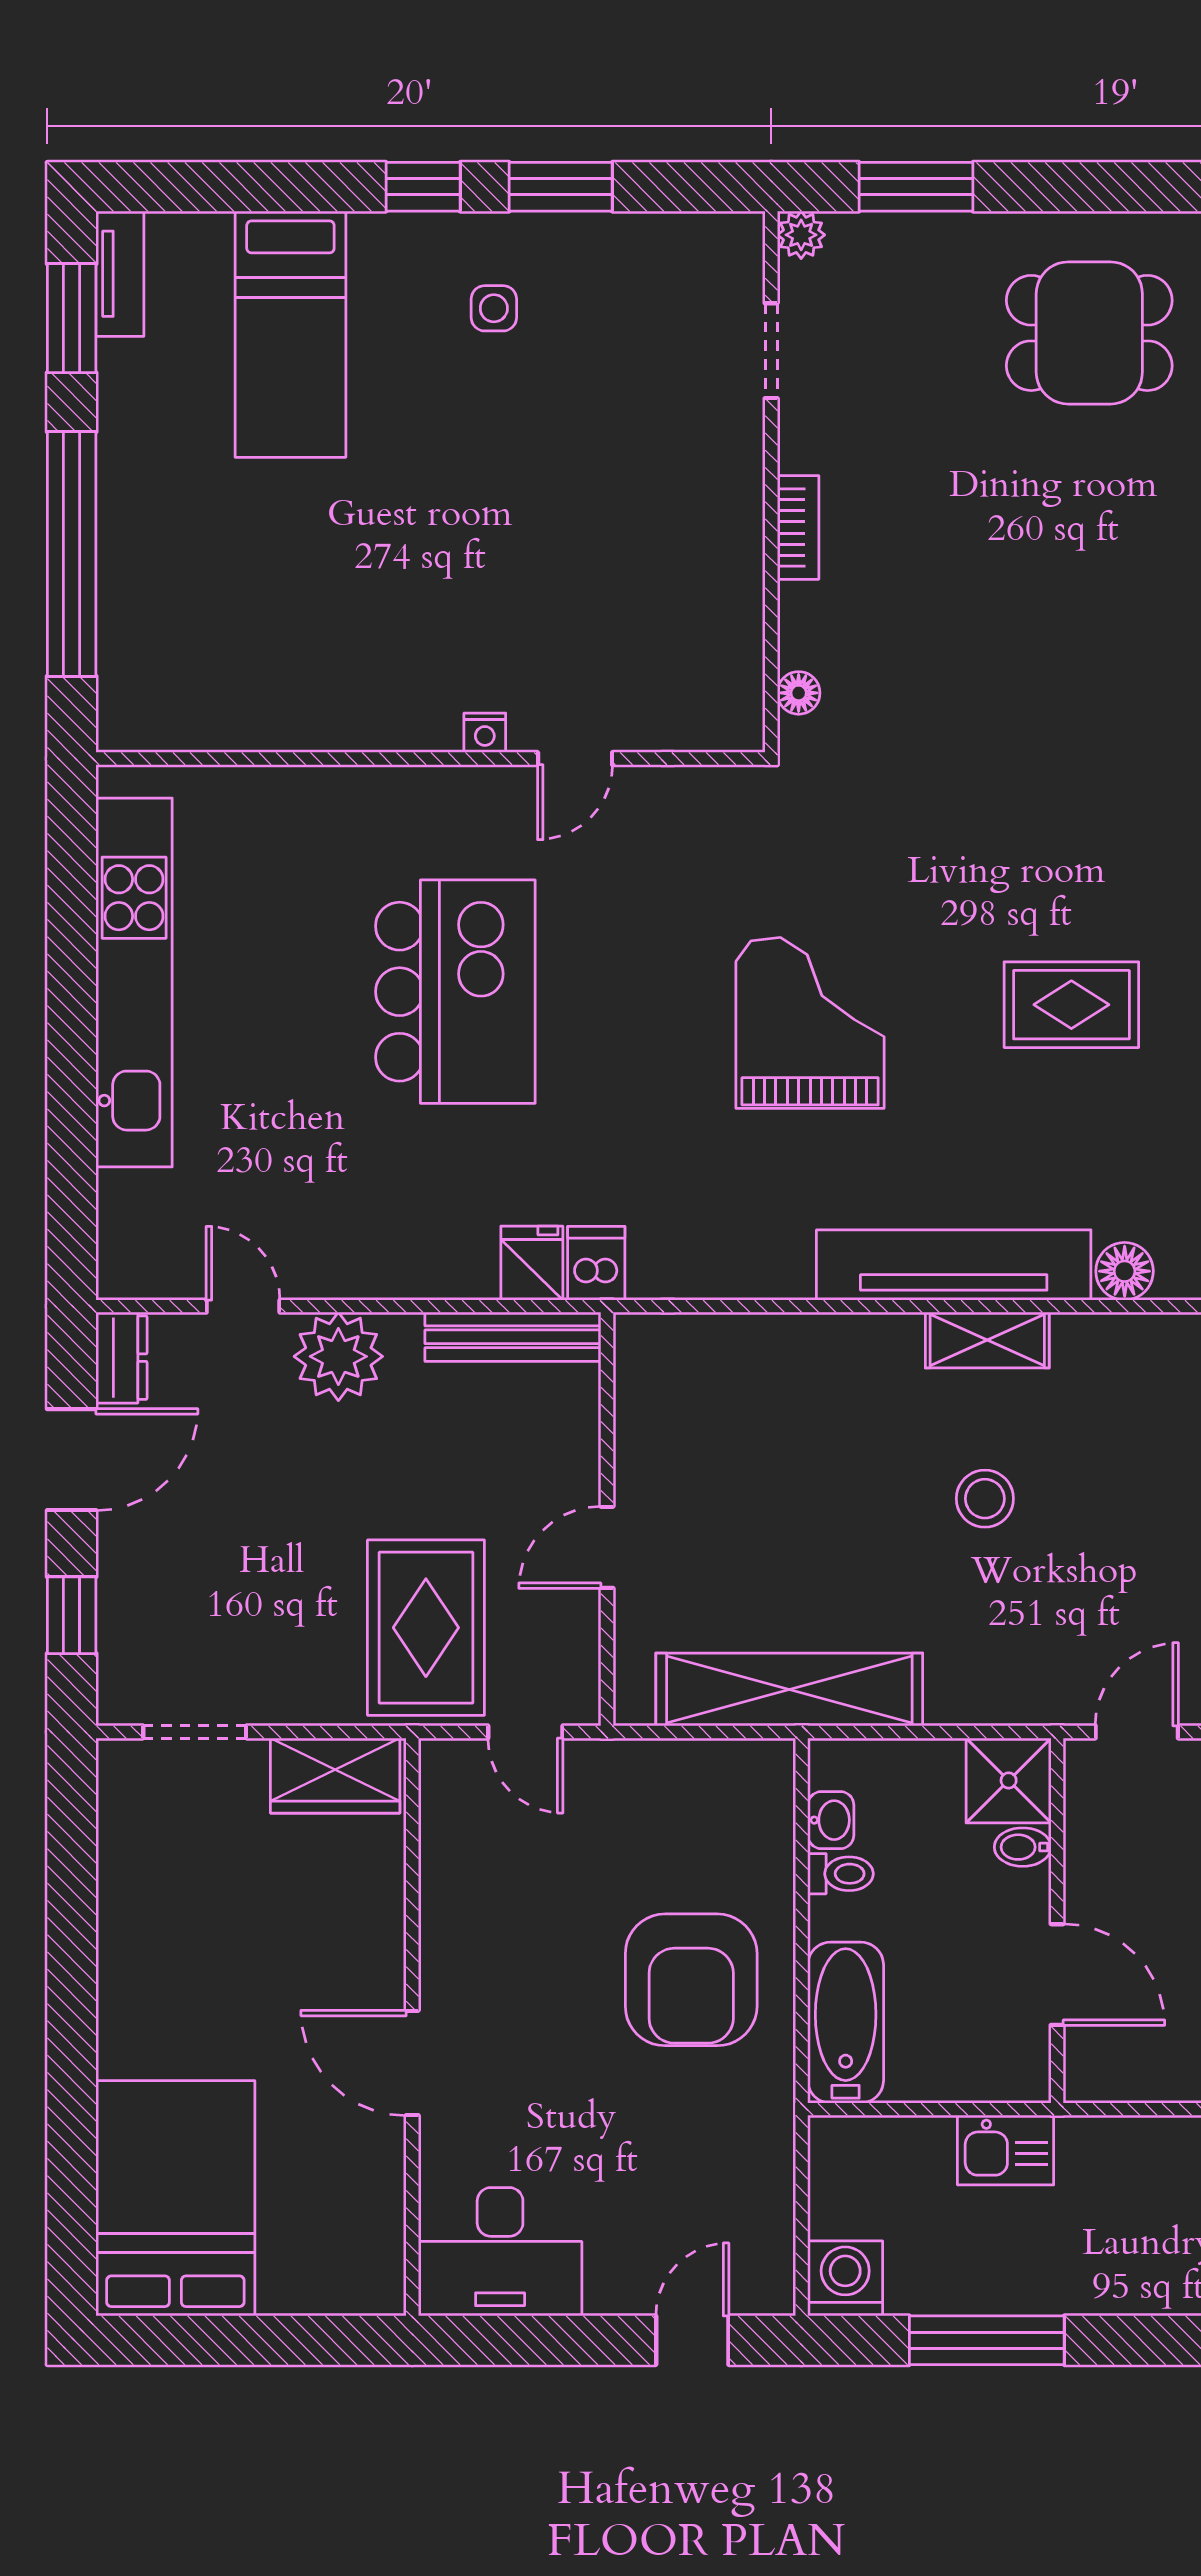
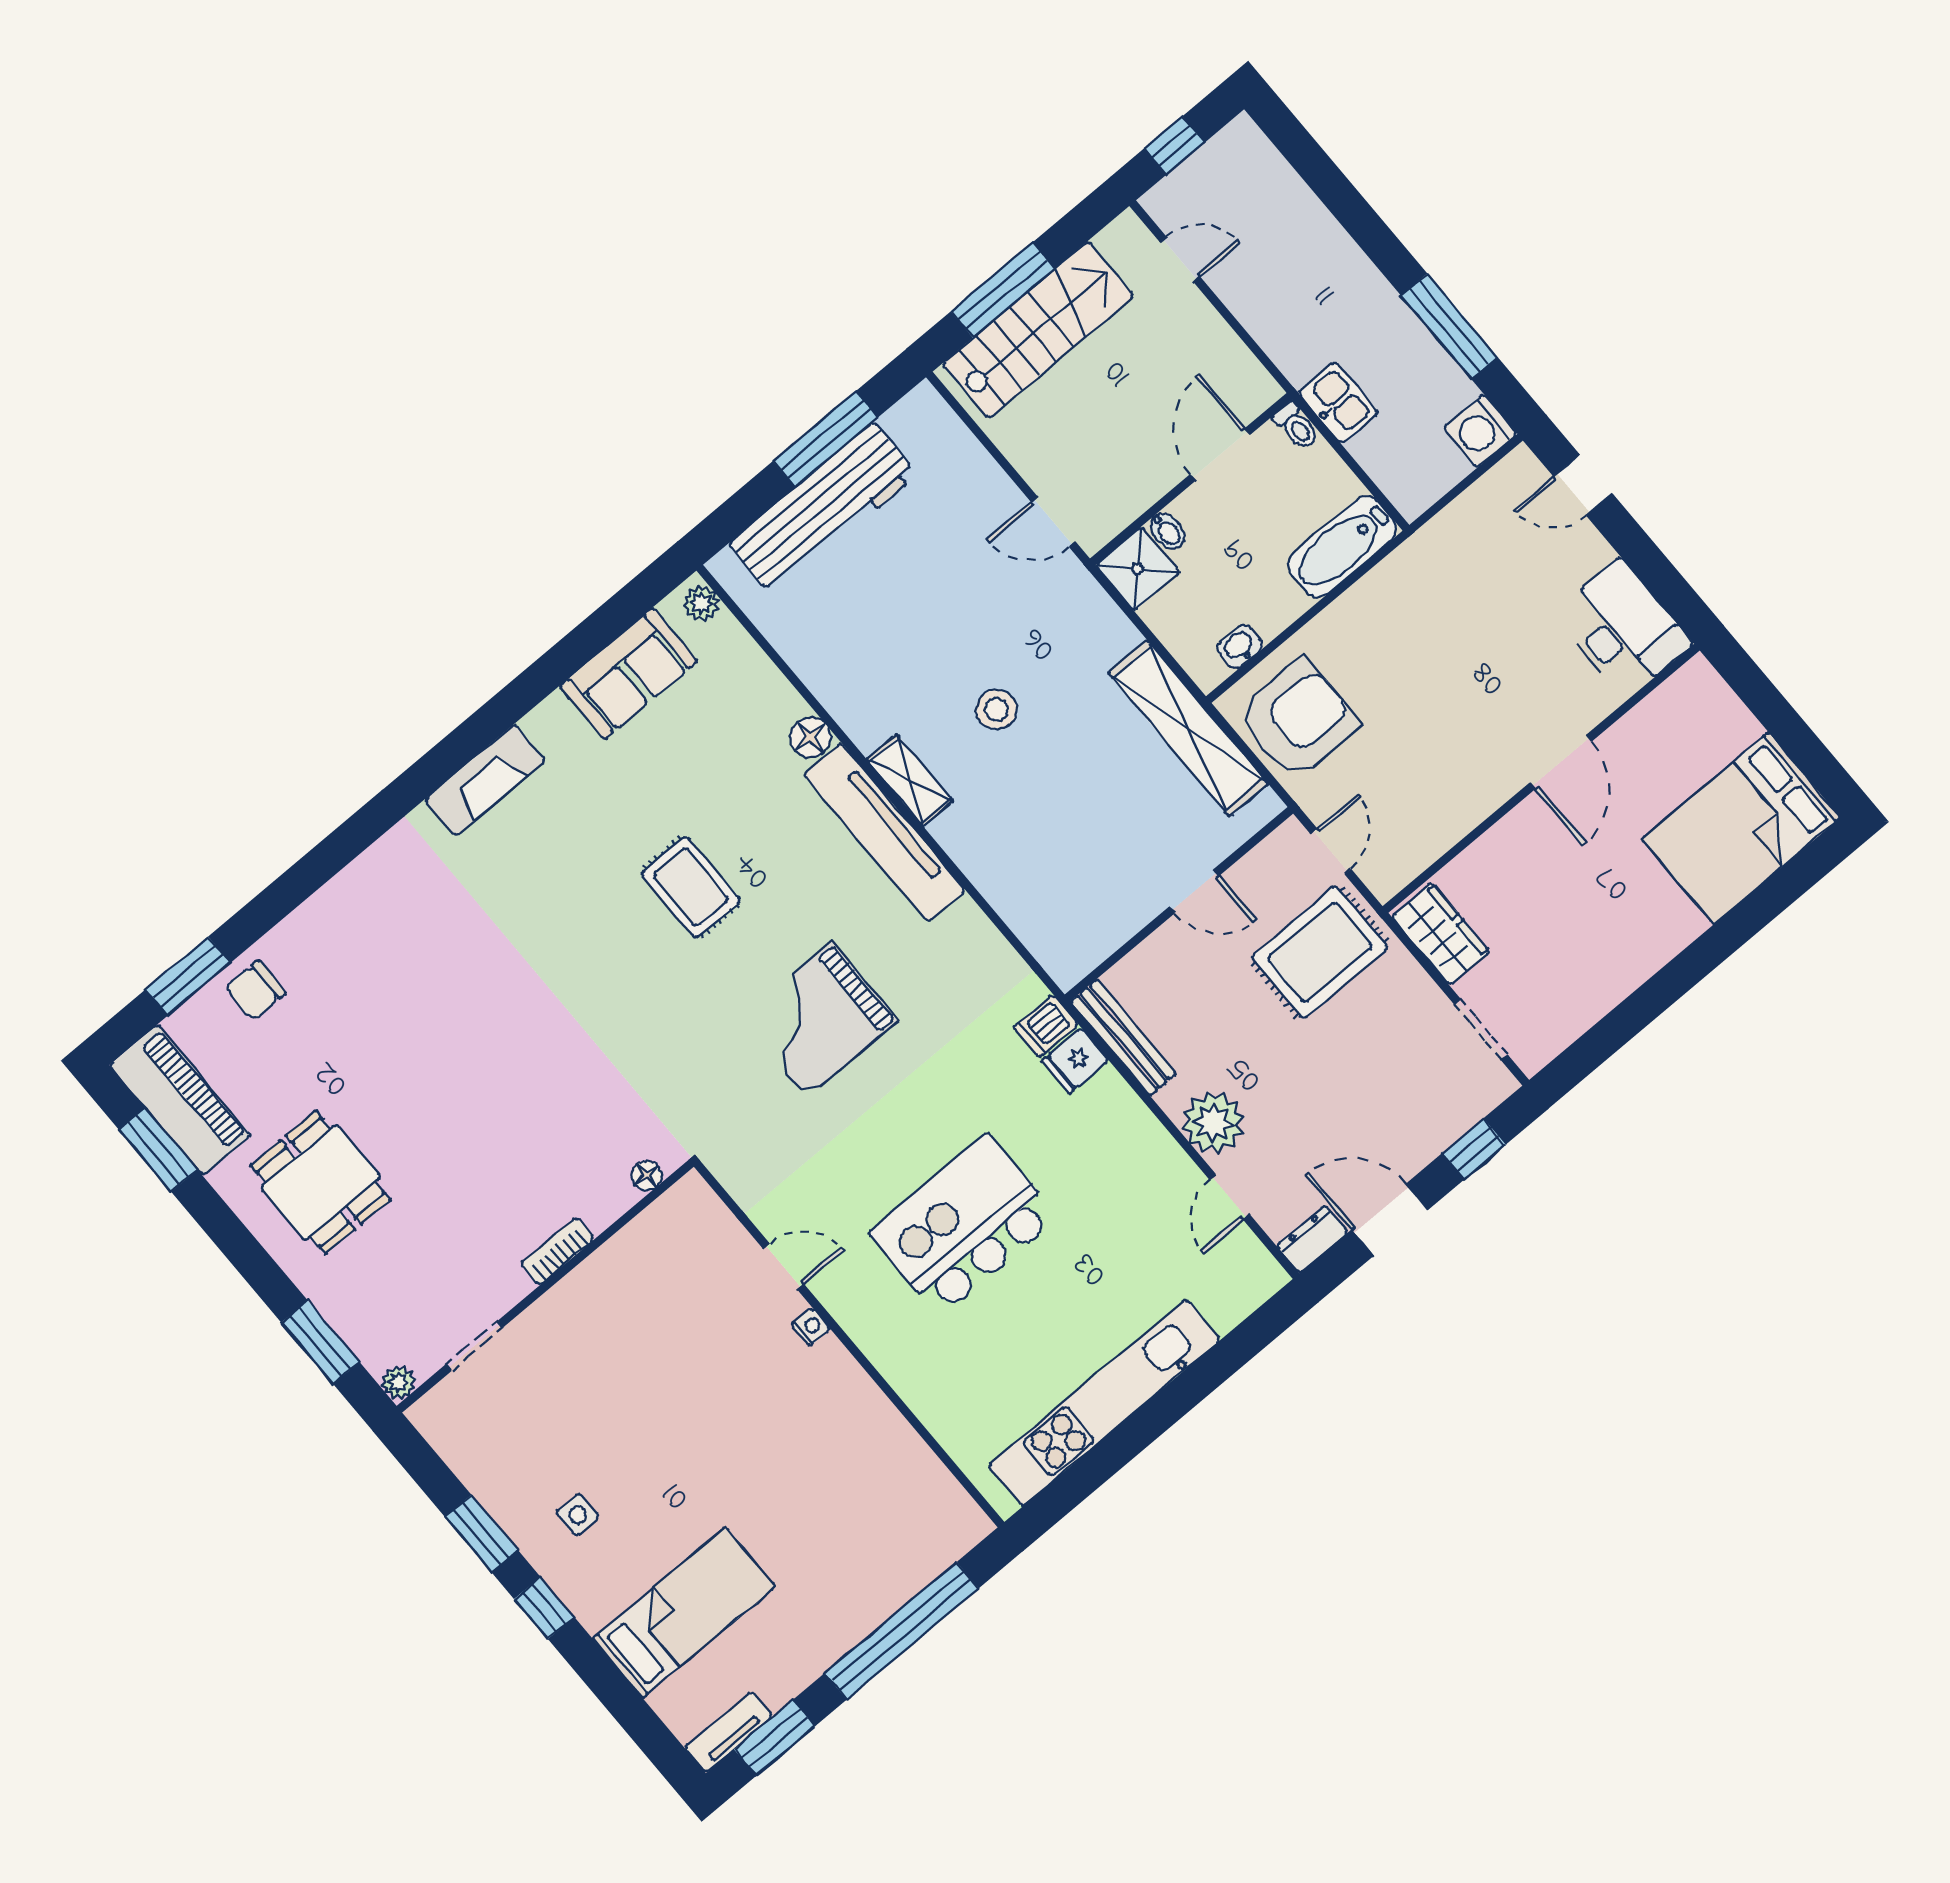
toilet: (840, 1874) -> (1296, 426), moved, turned 180
armchair: (691, 1980) -> (1298, 719), moved

